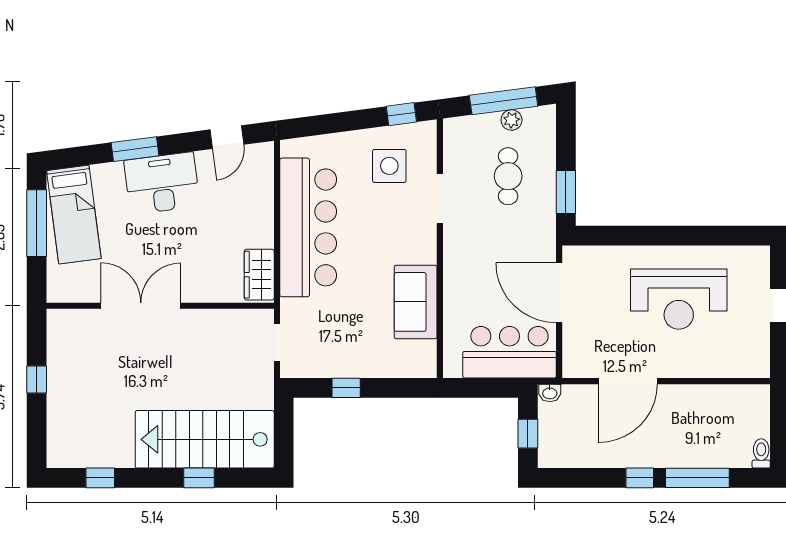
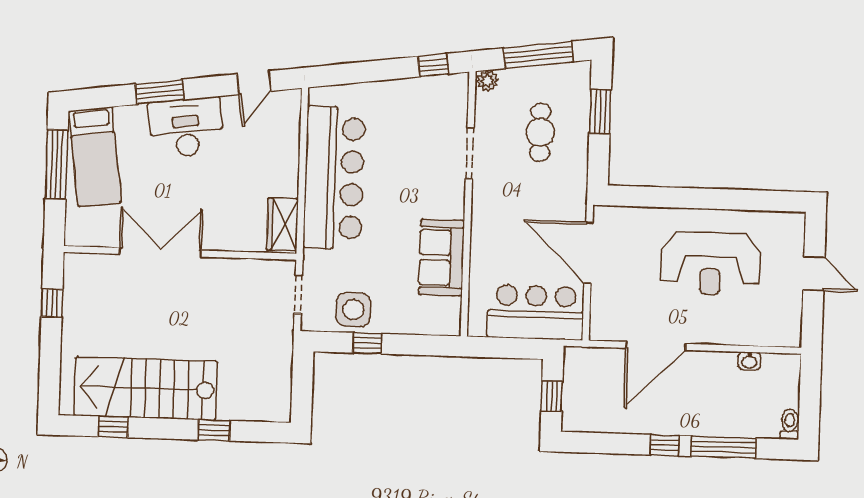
plant: (512, 120) -> (487, 81), moved
side table: (389, 166) -> (353, 310), moved
window: (566, 192) -> (600, 112), moved
window: (37, 380) -> (52, 303), moved
washbasin: (550, 393) -> (749, 361), moved
stairs: (205, 439) -> (146, 388), moved

